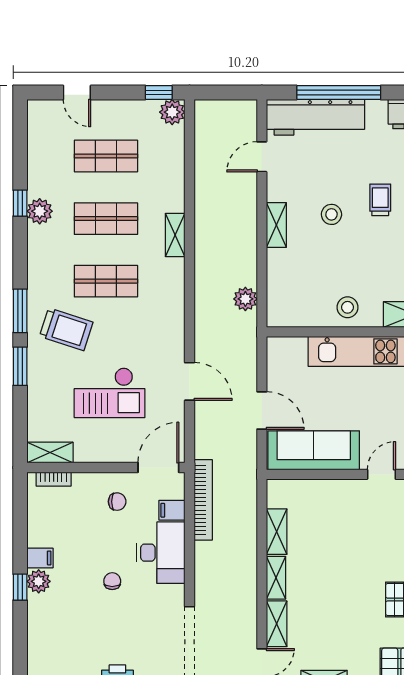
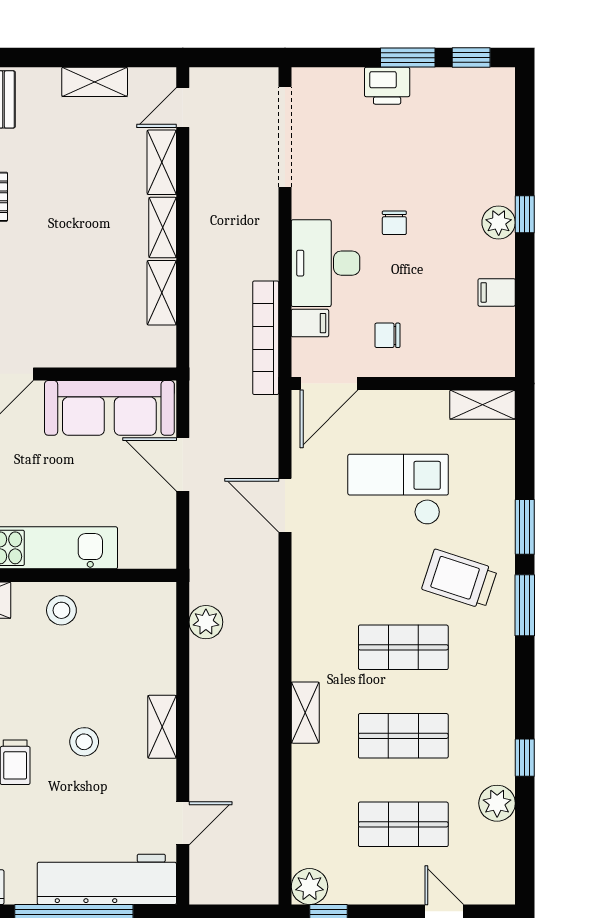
plant: (40, 211) -> (497, 803), moved
bookcase: (54, 479) -> (477, 367), removed
filing cabinet: (40, 558) -> (497, 292), moved

